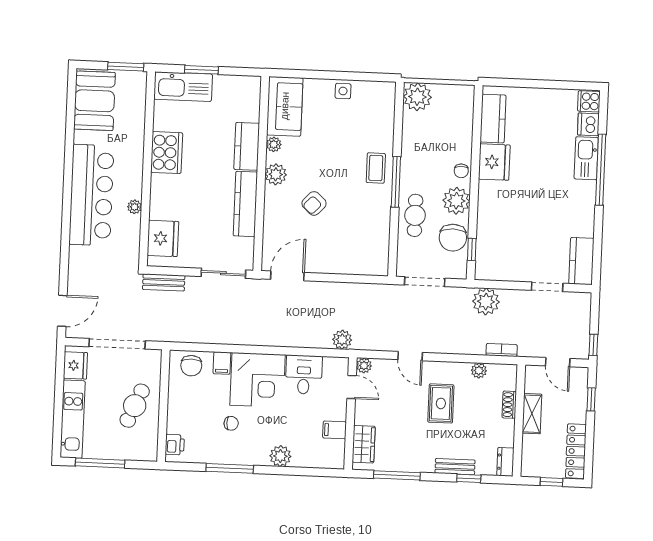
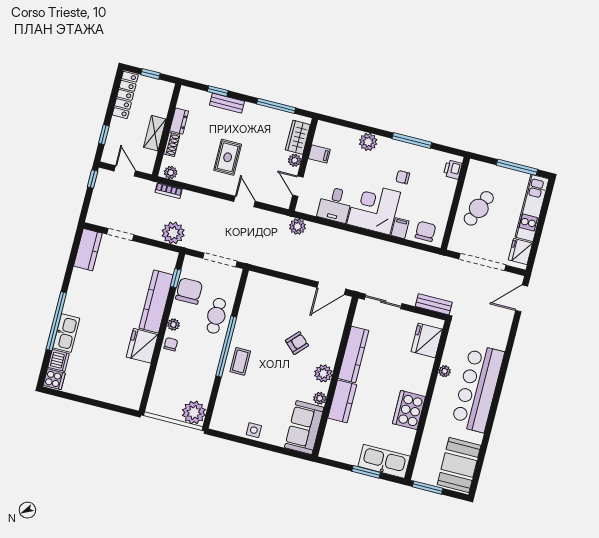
kitchen counter: (493, 119) -> (156, 302), moved, width x1.50
window: (396, 182) -> (226, 347), width x1.46
plant: (456, 201) -> (173, 324), width x0.53, depth x0.53
plant: (364, 366) -> (295, 160), moved
plant: (479, 371) -> (171, 173), moved
dresser: (505, 462) -> (179, 121), moved

